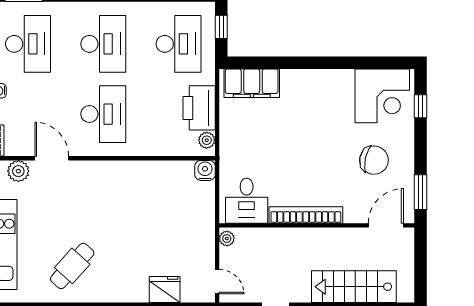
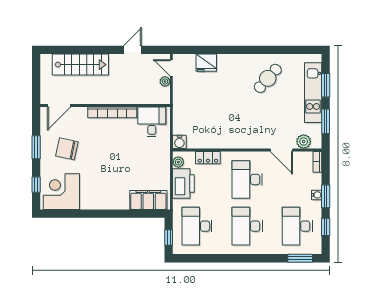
locker: (162, 147) -> (208, 158), added
window: (420, 192) -> (36, 147), moved
plant: (227, 239) -> (165, 81), moved

